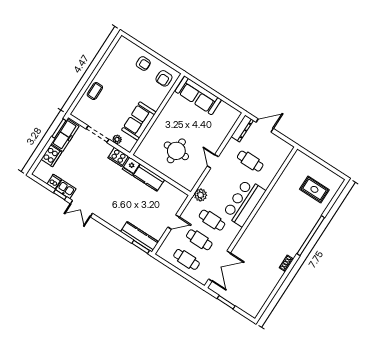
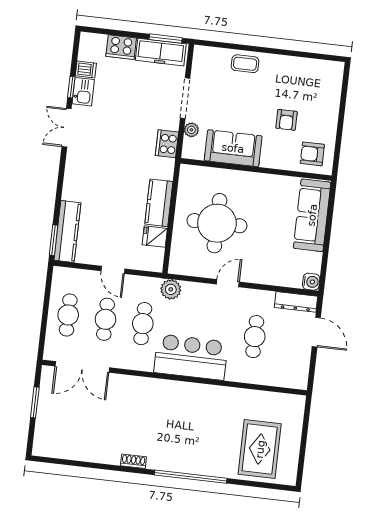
armchair: (143, 64) -> (287, 120), moved
water cooler: (235, 114) -> (311, 282), added
round table: (176, 151) -> (217, 223), width x1.36, depth x1.36
fridge: (131, 166) -> (155, 237), moved
rug: (314, 189) -> (260, 449), width x1.36, depth x1.43

